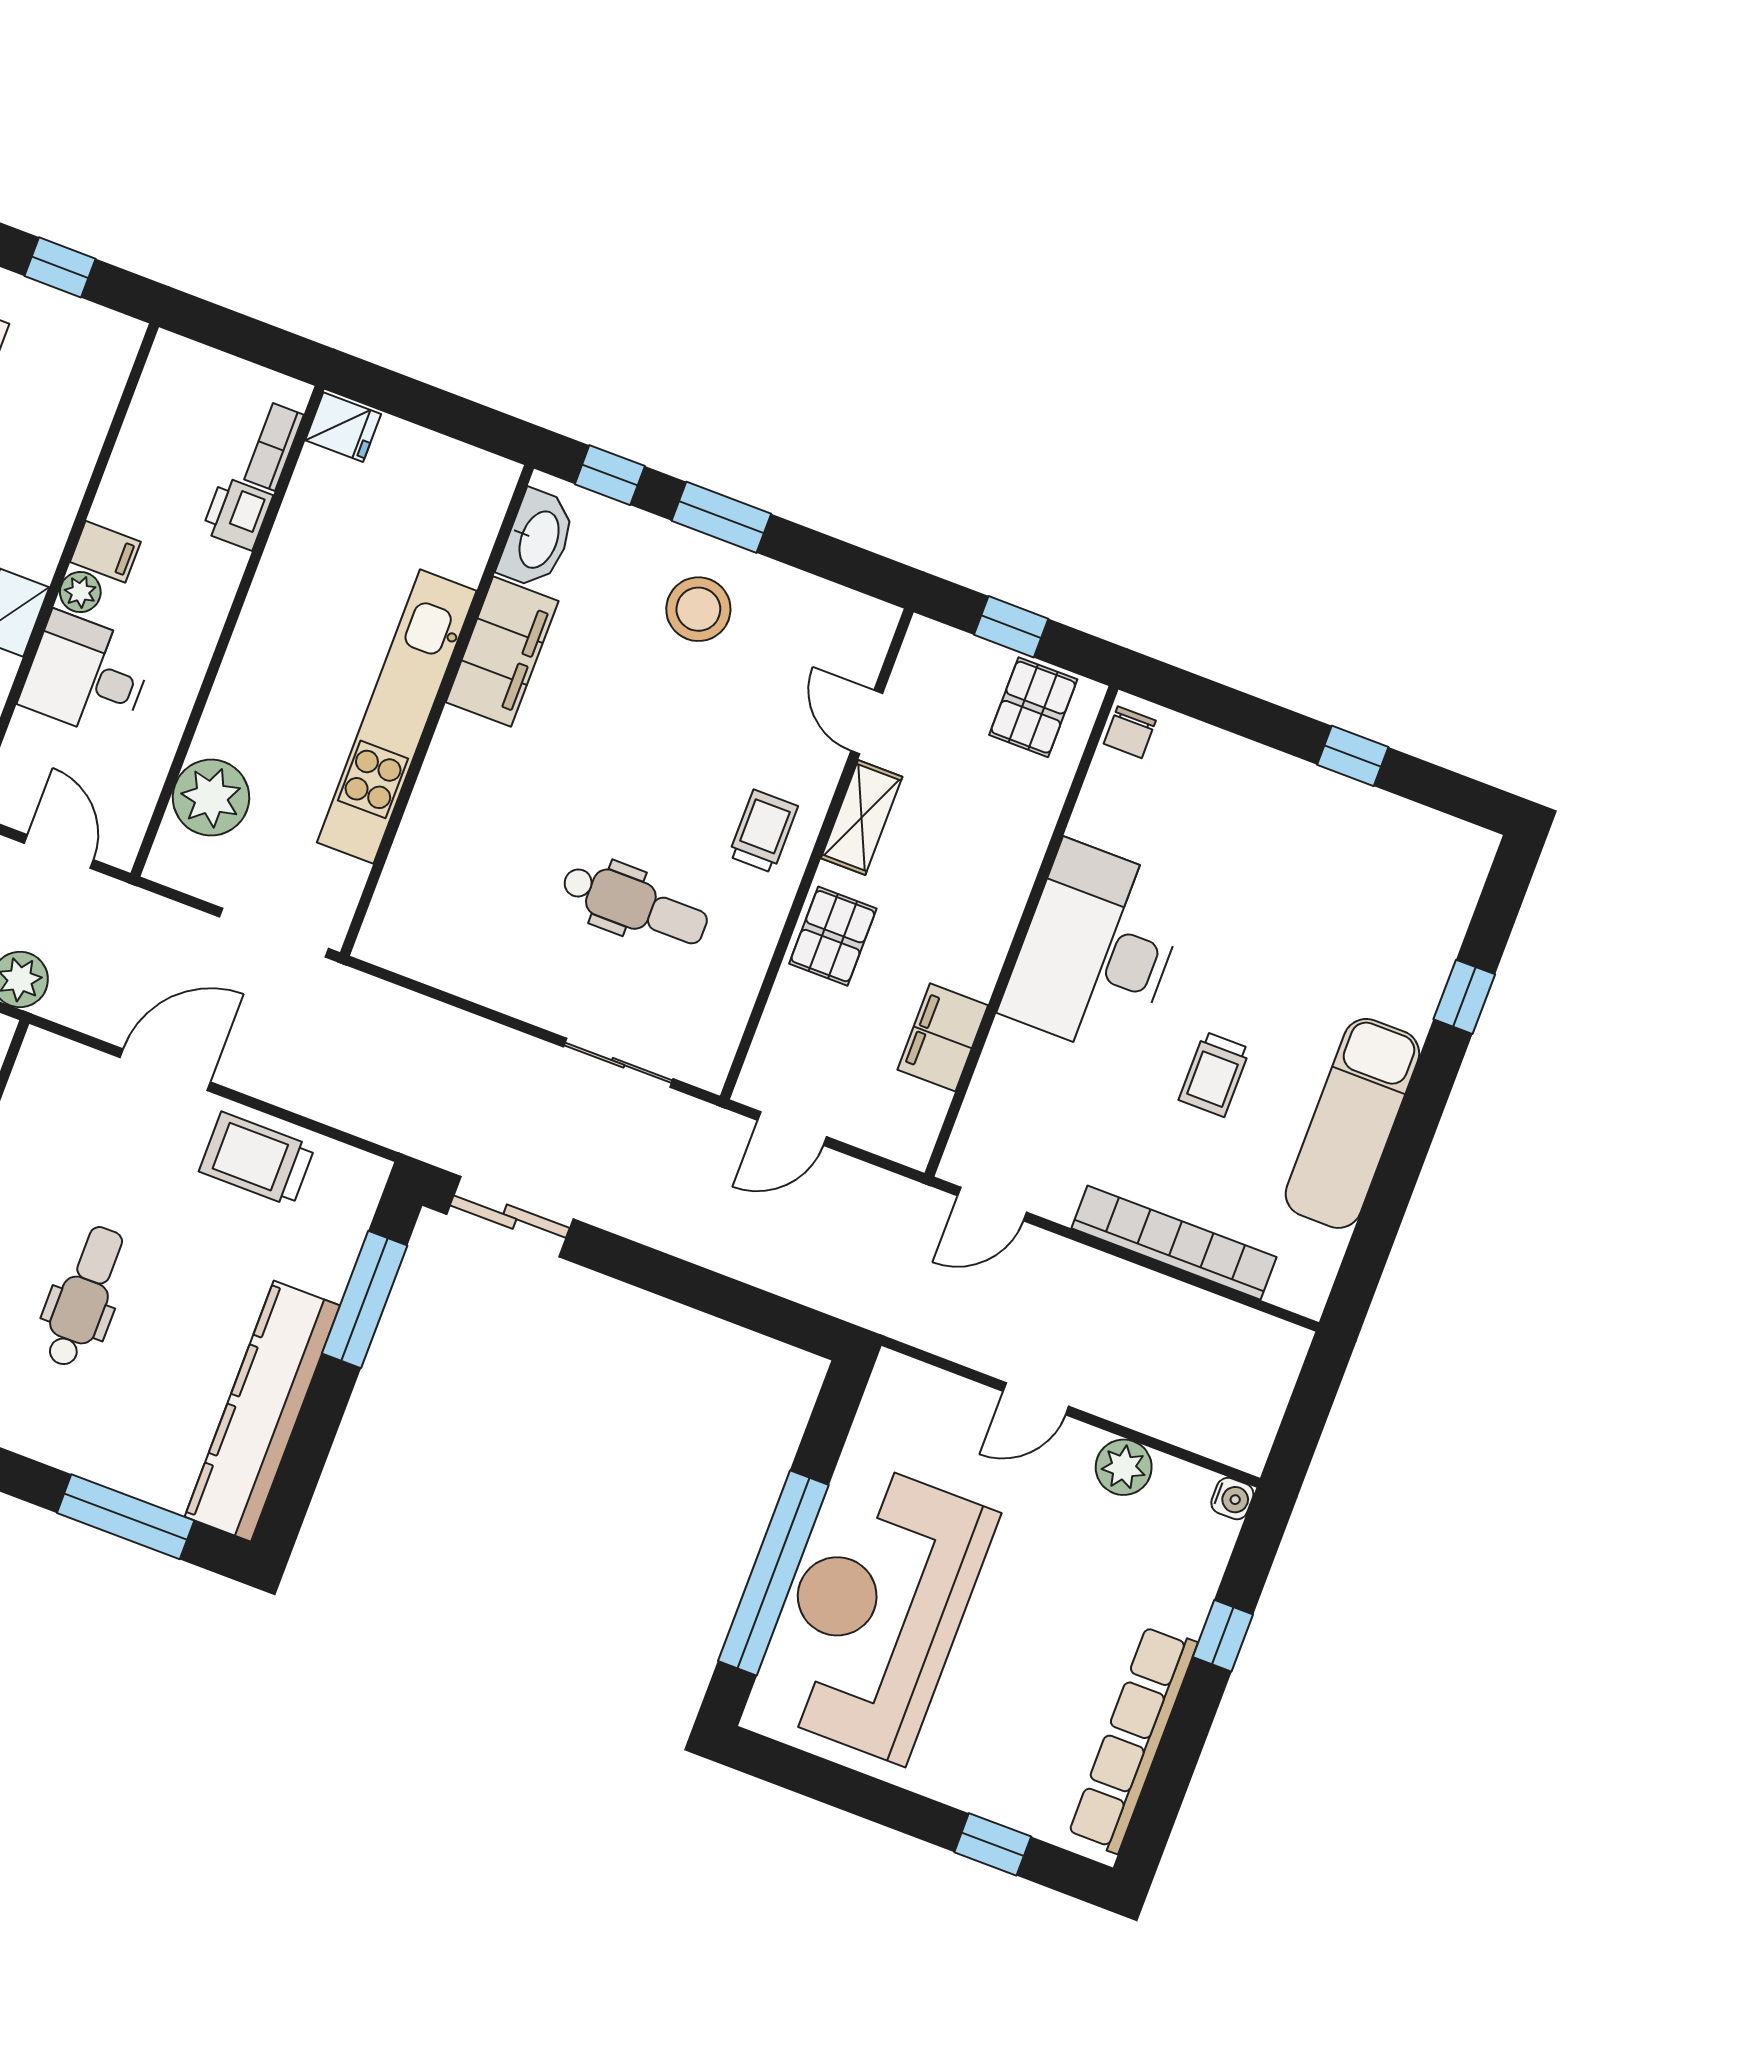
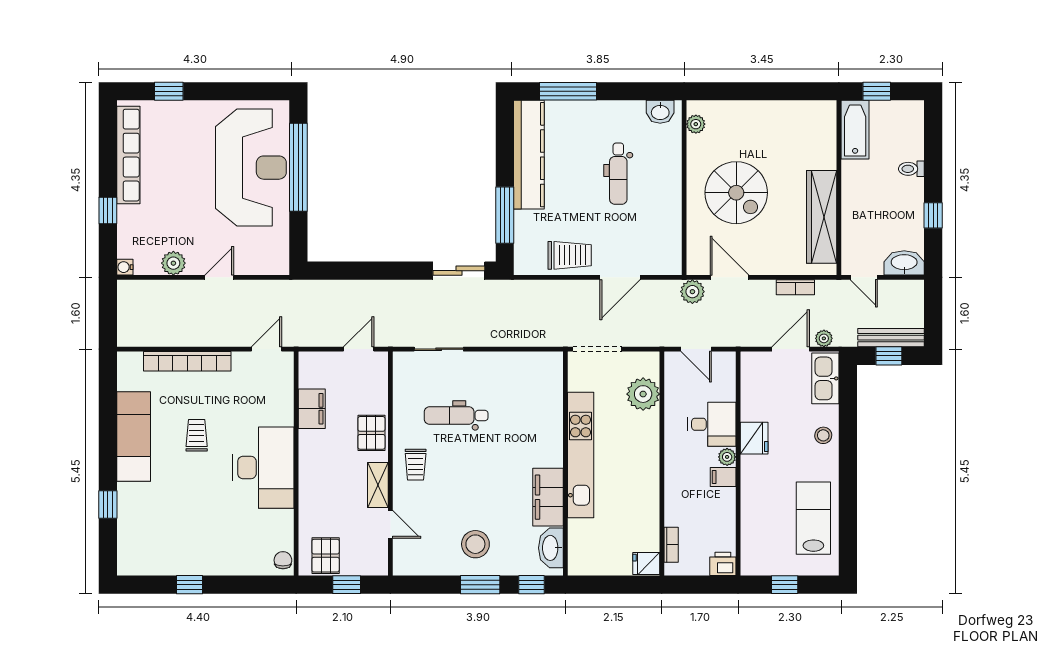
printer: (237, 513) -> (723, 564), moved, turned -90

